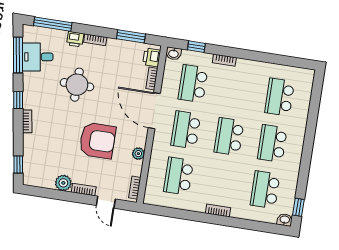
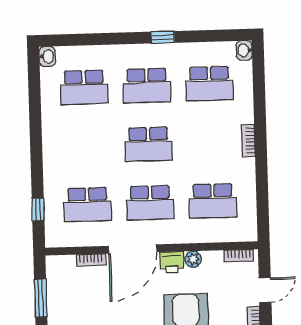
washbasin: (174, 53) -> (47, 56), moved
printer: (152, 57) -> (172, 262), moved
bookcase: (224, 60) -> (49, 169), removed
window: (298, 207) -> (163, 37), moved

